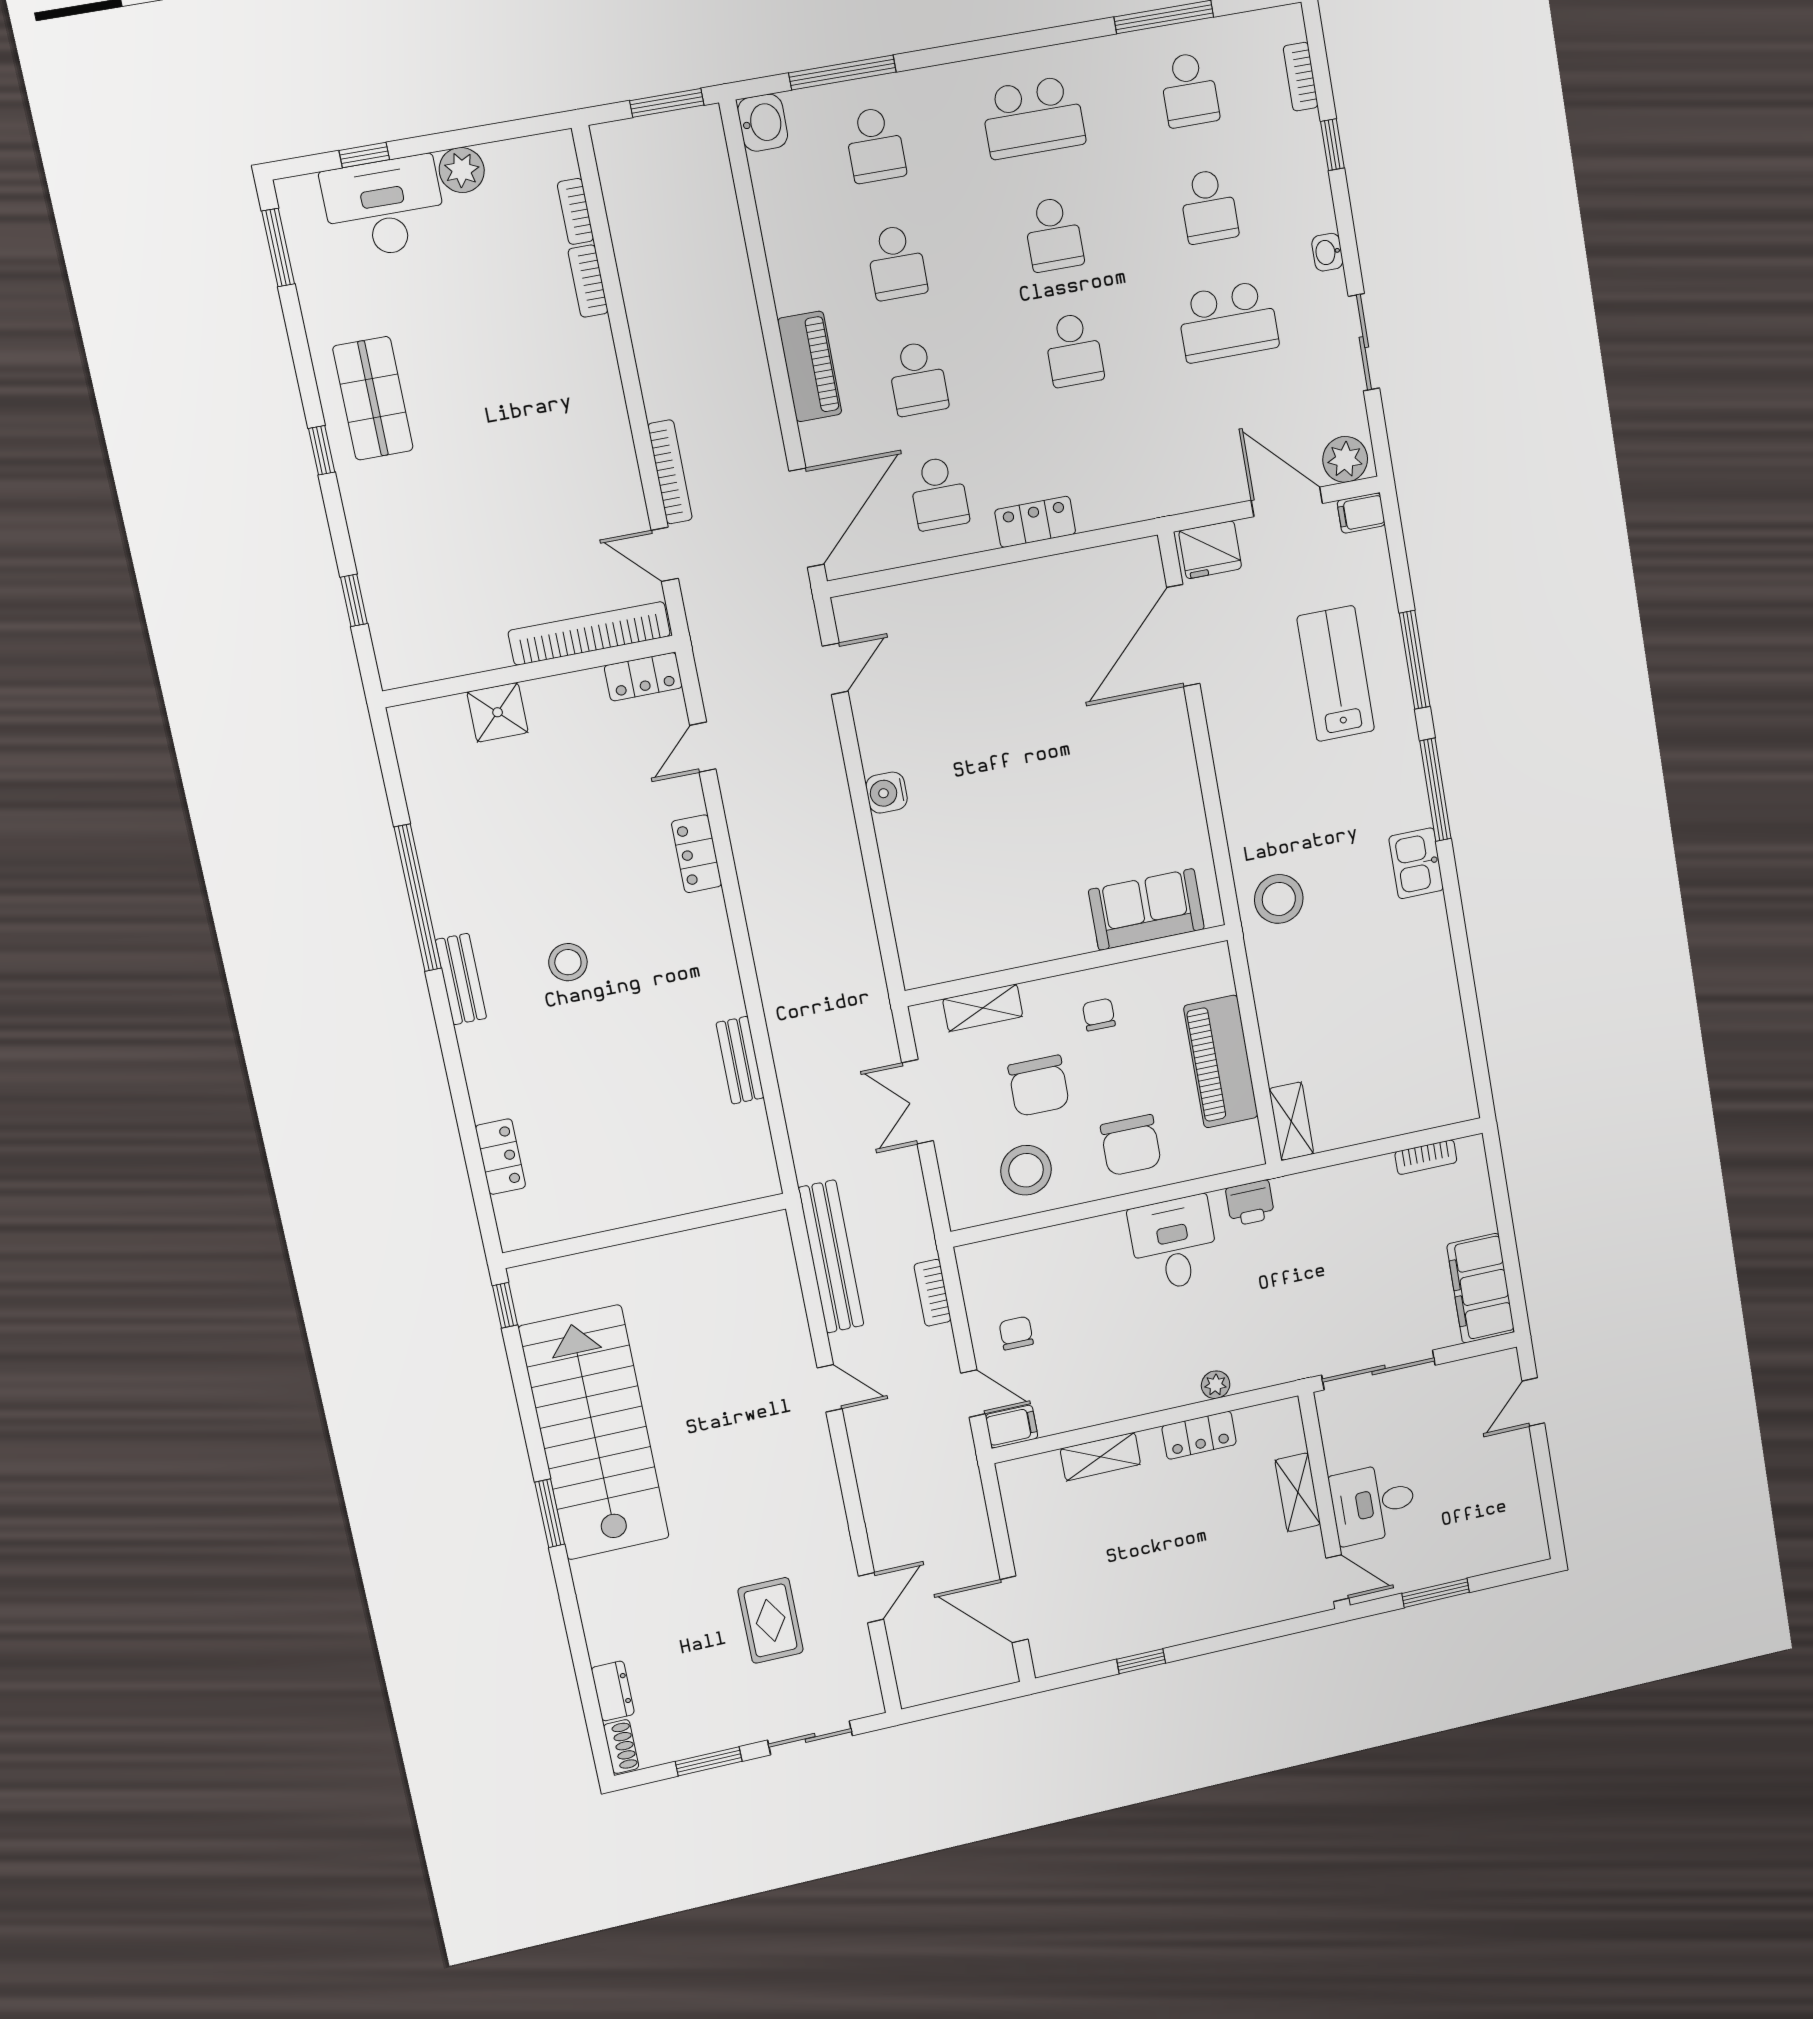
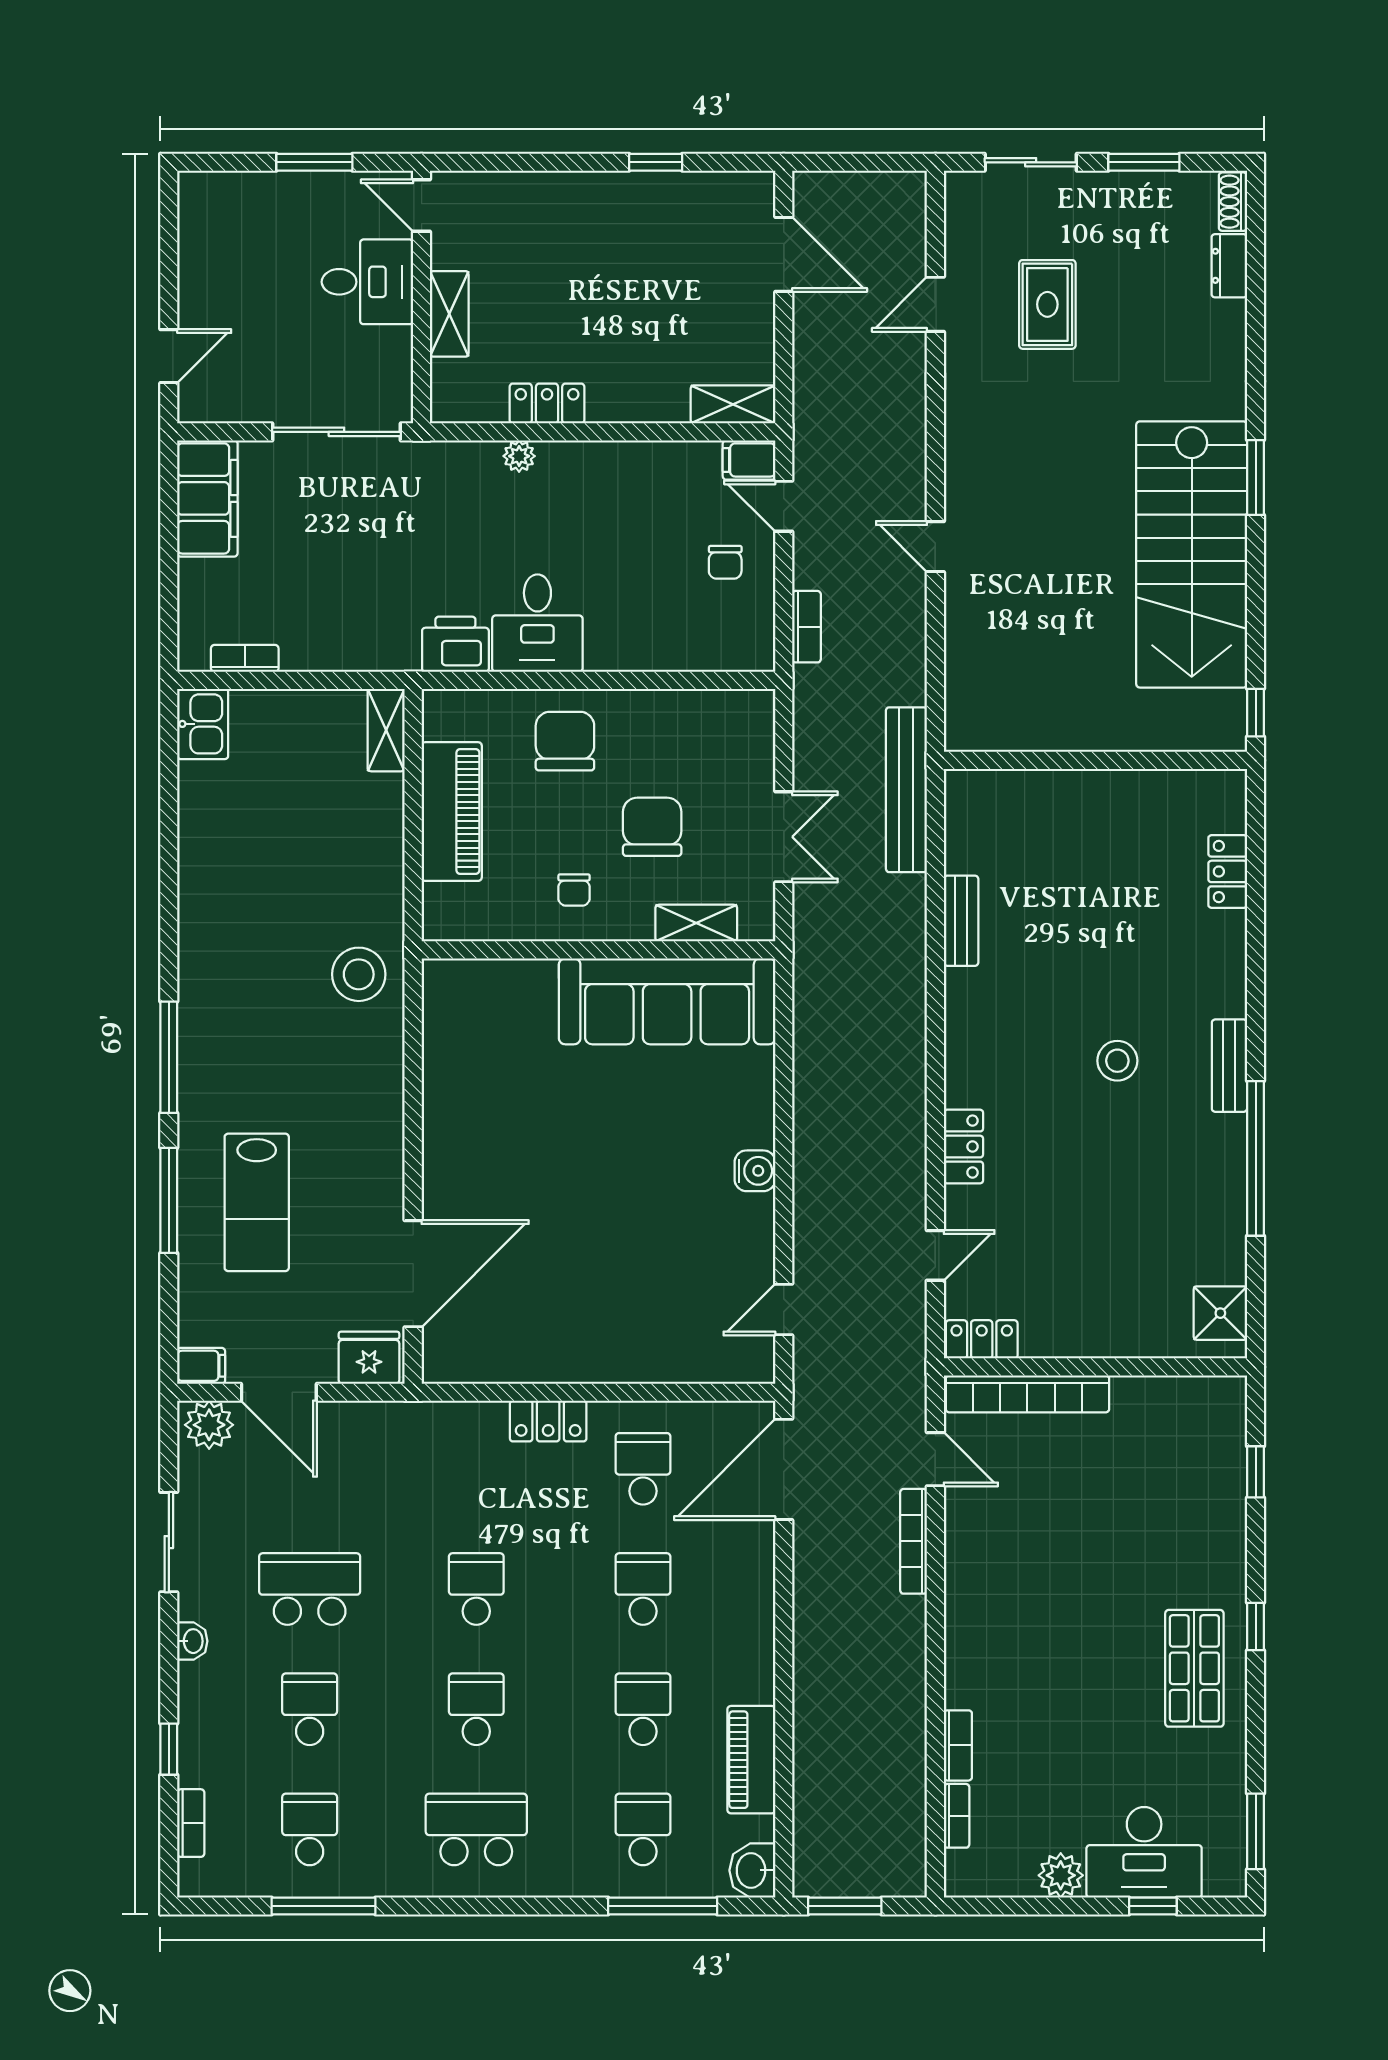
piano: (810, 366) -> (751, 1760), moved
shower: (498, 712) -> (1220, 1313), moved
kitchen sink: (1416, 863) -> (203, 724), moved
sofa: (1146, 909) -> (667, 1001), moved, width x1.85, depth x1.27
stool: (1026, 1170) -> (682, 738), removed
printer: (1250, 1203) -> (455, 644), width x1.36, depth x1.24
bench: (831, 1257) -> (906, 790), moved
shelving: (1100, 1457) -> (733, 404), moved

